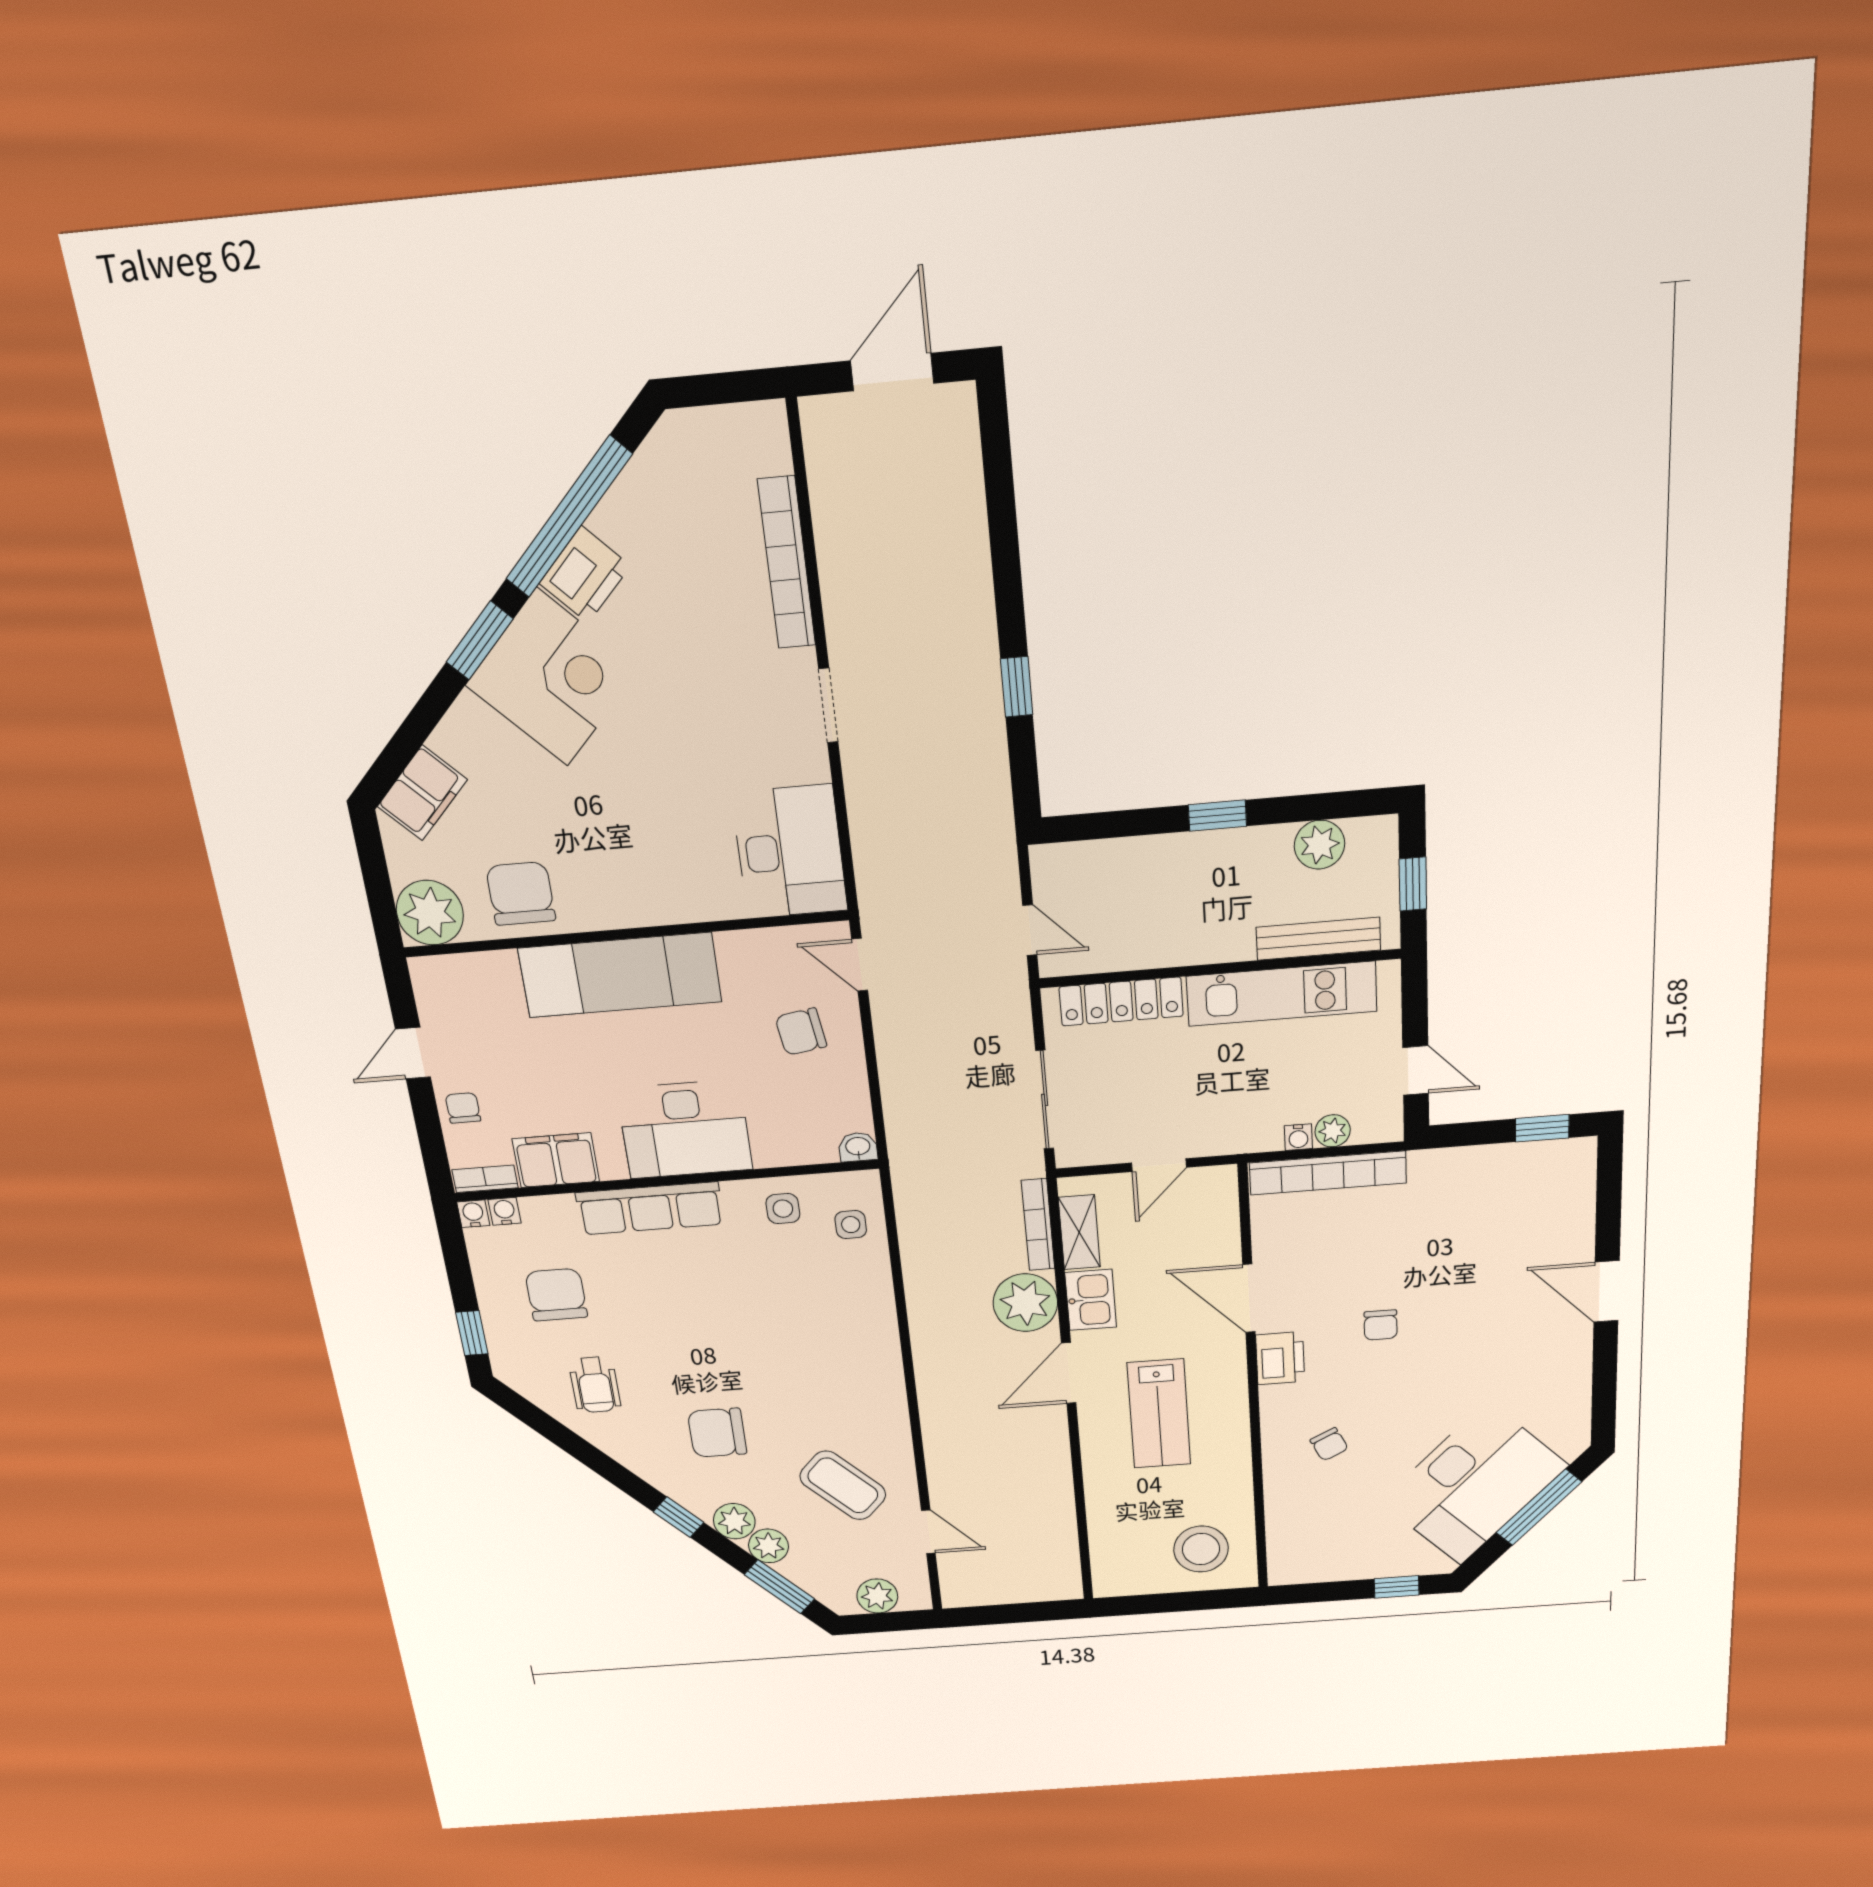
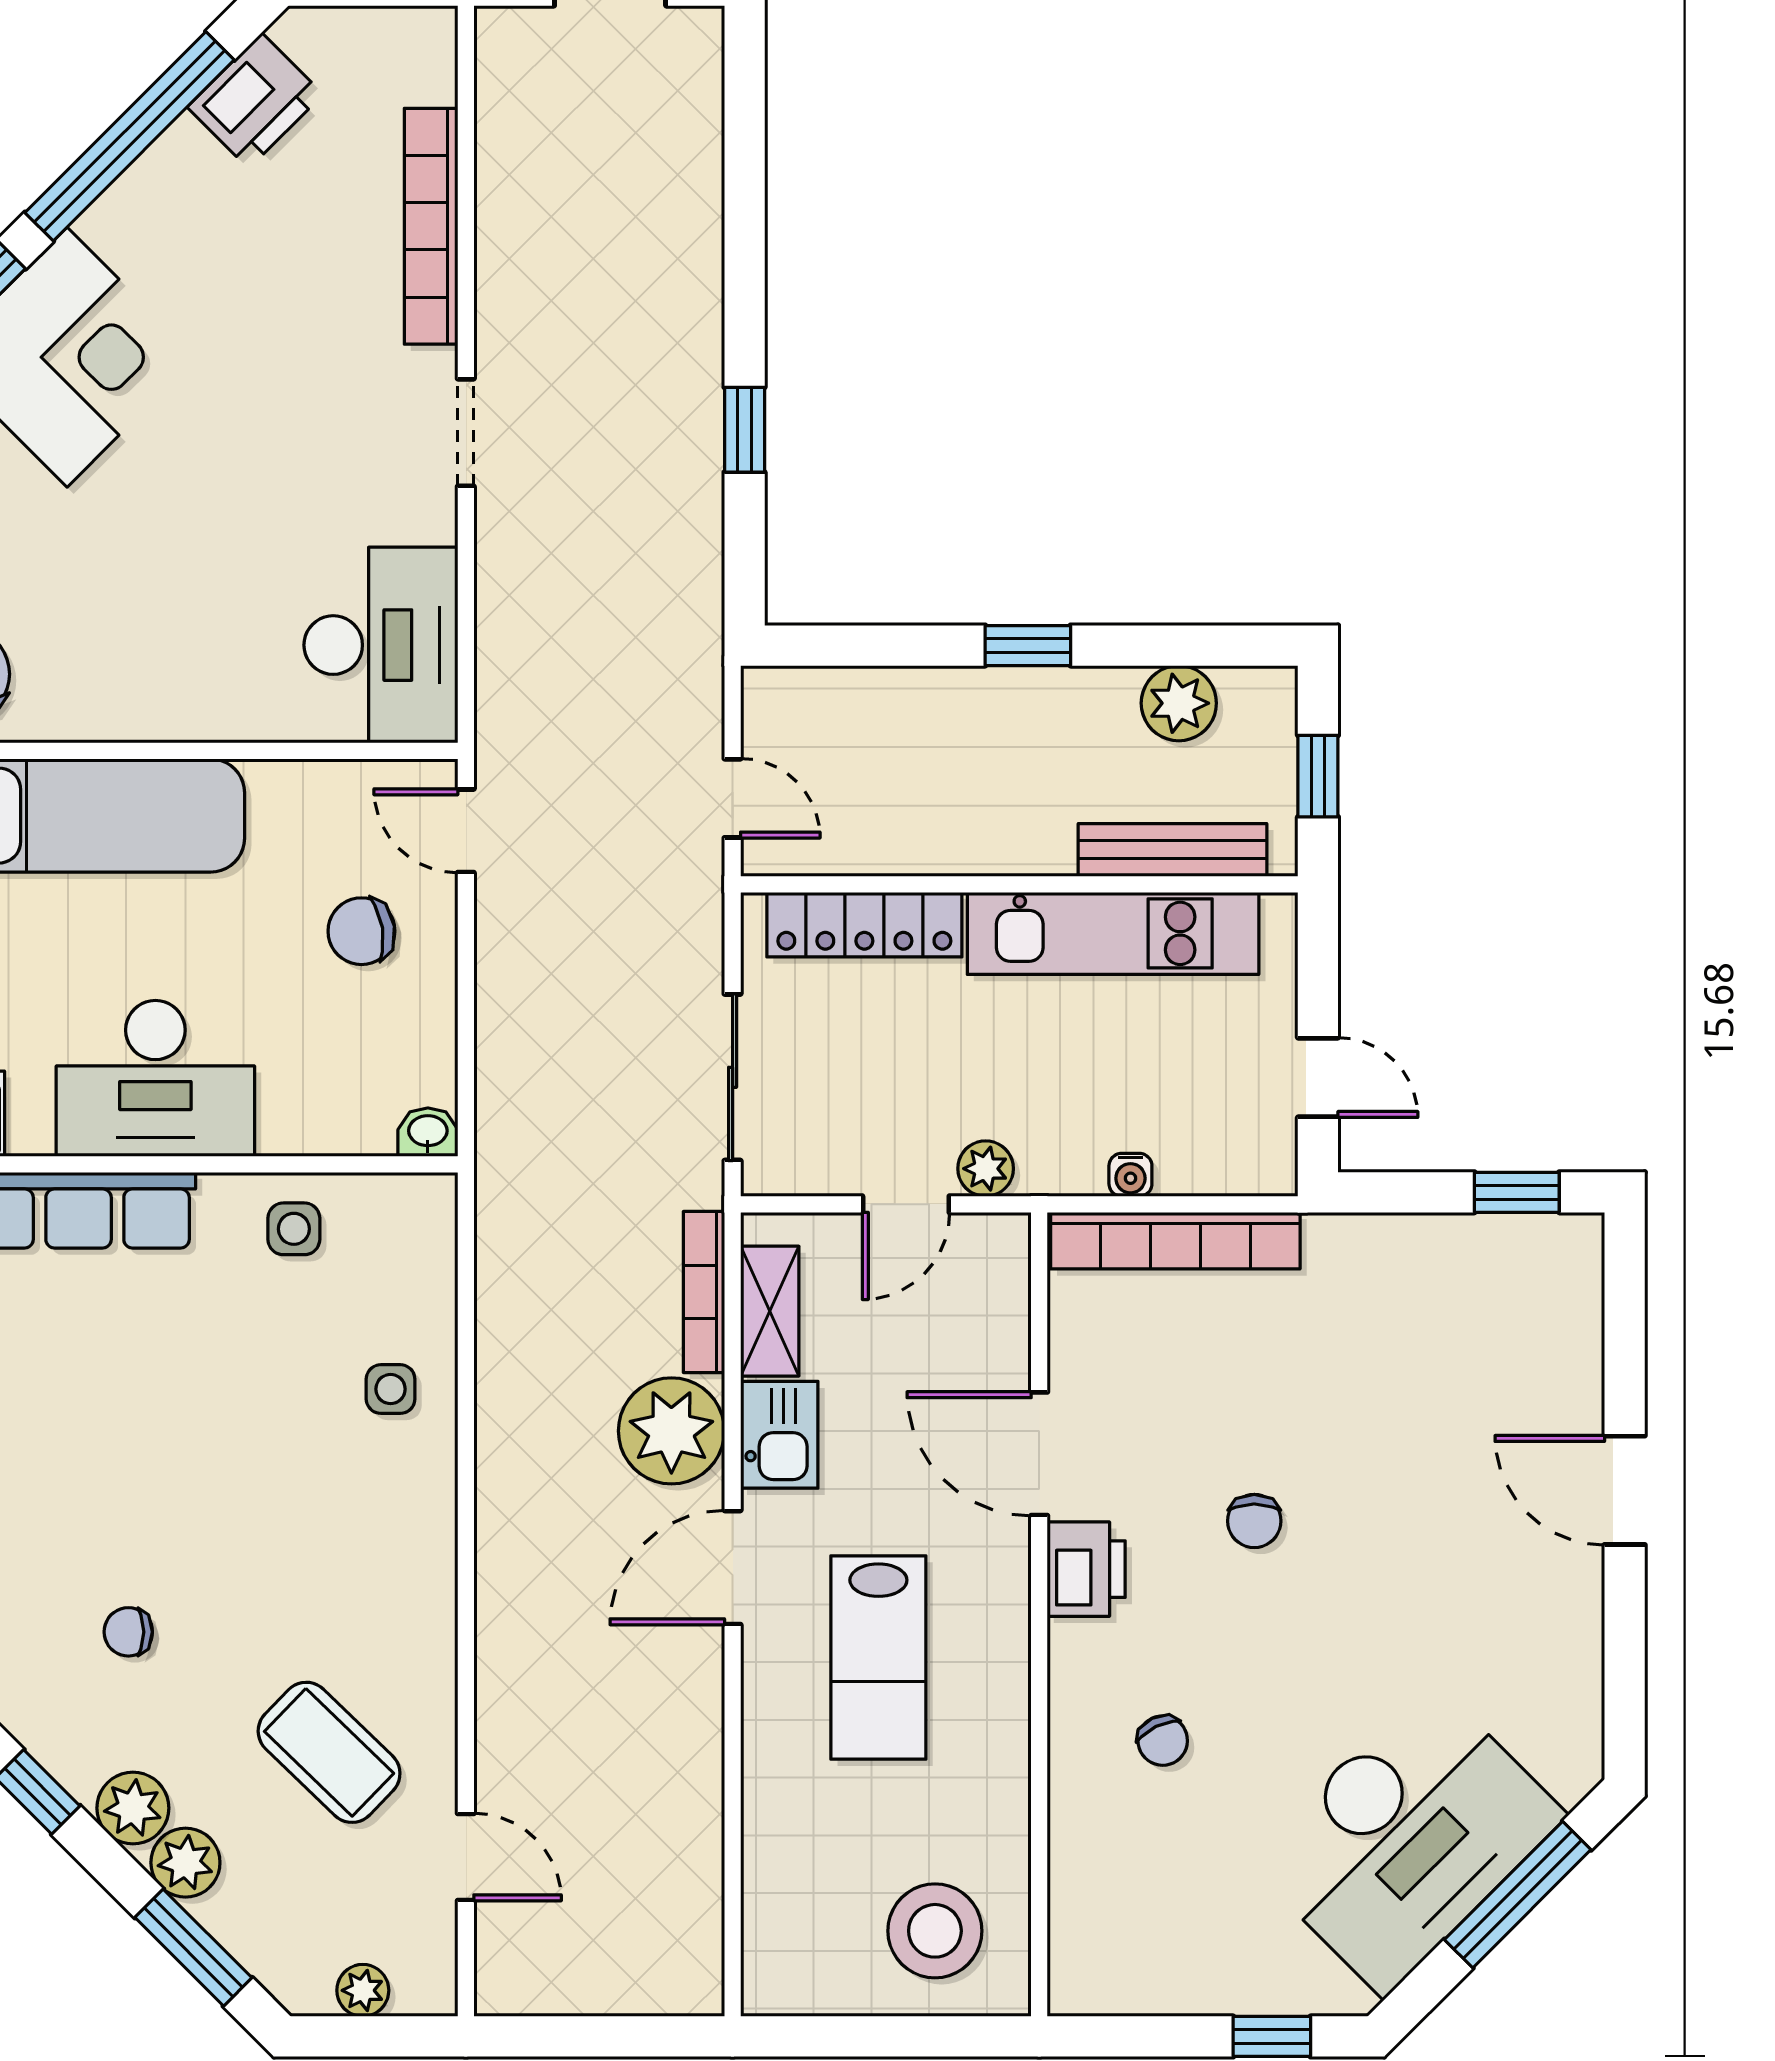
printer: (585, 575) -> (255, 101), moved
plant: (1333, 1131) -> (986, 1169), moved
side table: (851, 1225) -> (391, 1389), moved
chair: (717, 1433) -> (128, 1632), width x0.54, depth x0.54
plant: (877, 1596) -> (363, 1990), width x0.73, depth x0.73

